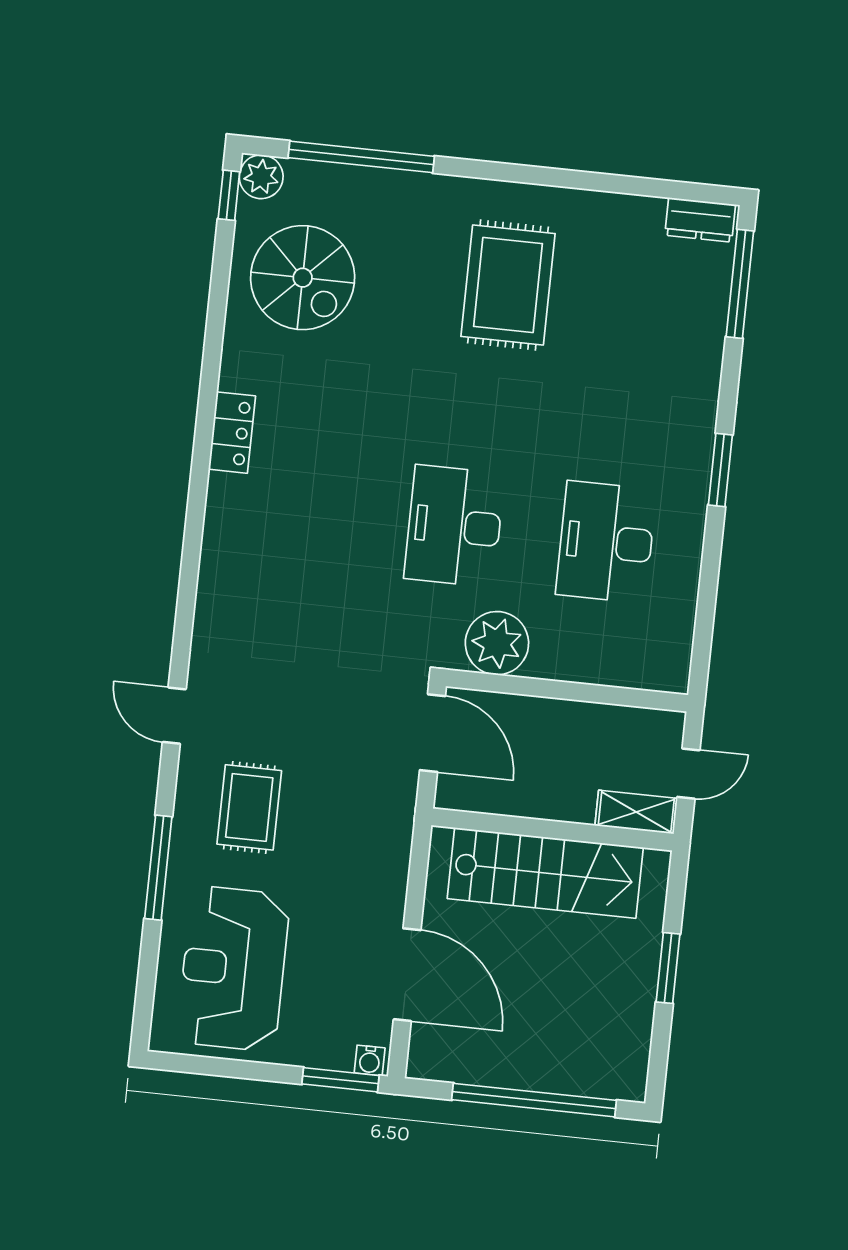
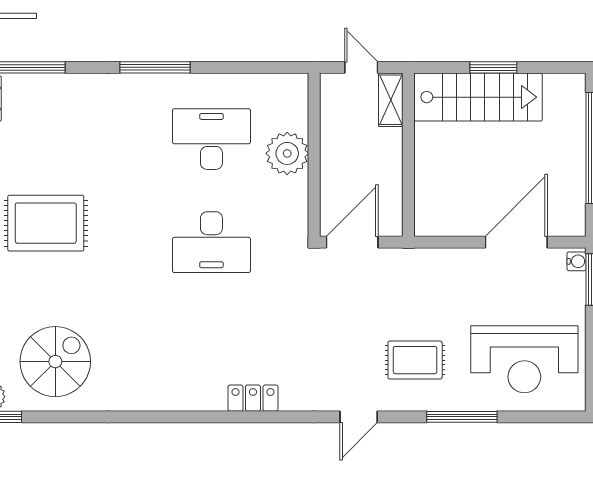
locker: (232, 433) -> (253, 398), moved
window: (720, 470) -> (155, 67), width x1.44
desk: (606, 542) -> (211, 139), turned 180
plant: (497, 643) -> (287, 153), moved
stairs: (545, 873) -> (478, 97), moved, turned 90

